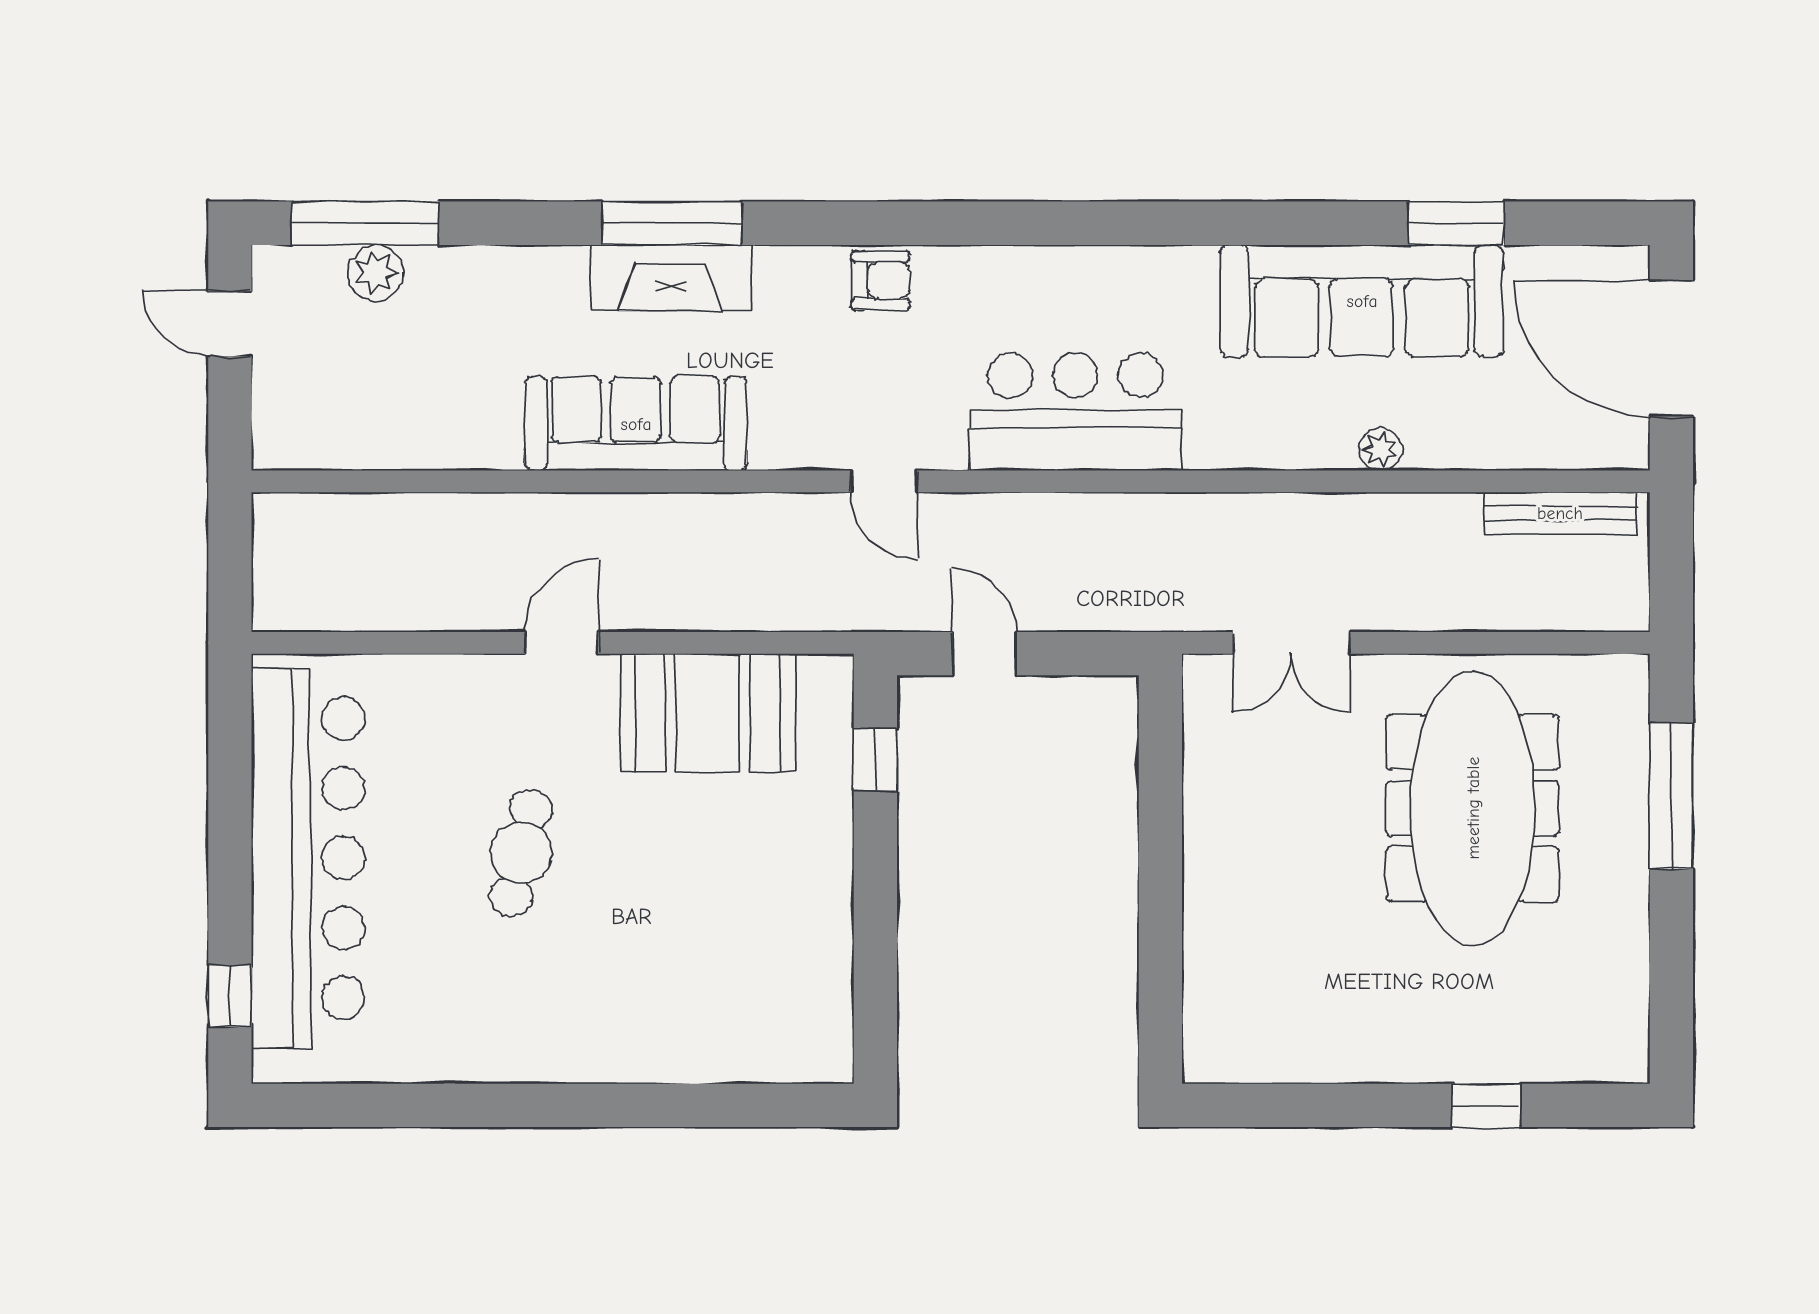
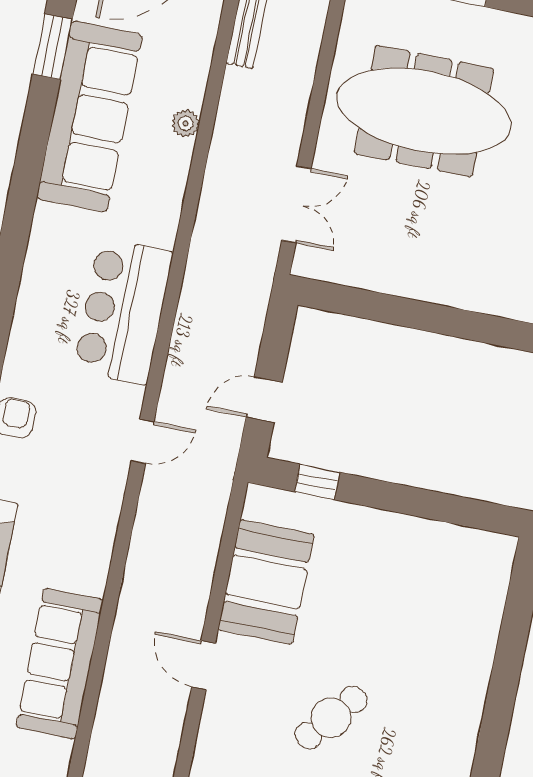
sofa: (636, 424) -> (60, 664), moved
cafe table: (521, 853) -> (331, 718), turned -63

